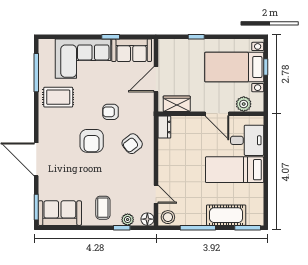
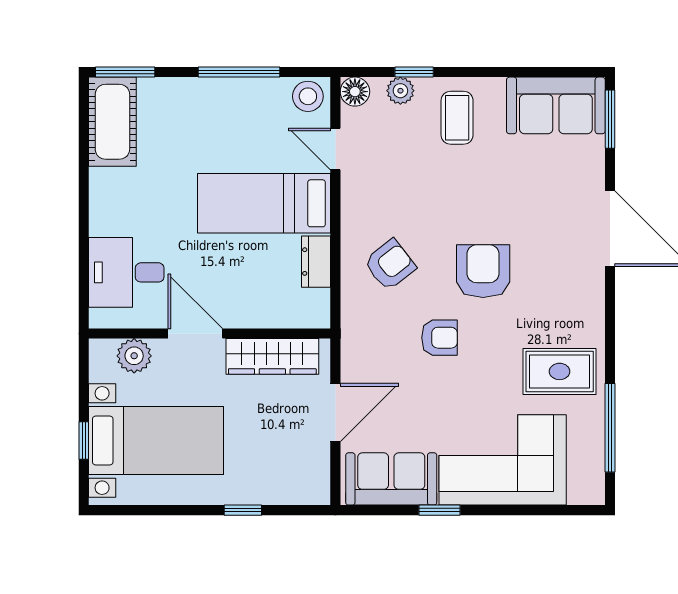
wardrobe: (177, 104) -> (272, 356), width x1.50
dresser: (164, 127) -> (316, 262), moved
bed: (235, 170) -> (264, 203), moved, turned 180
cot: (226, 215) -> (112, 122), moved, turned 90

